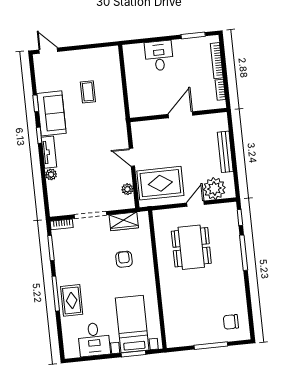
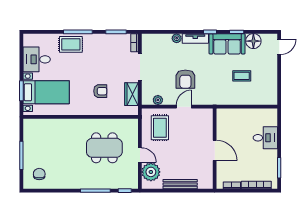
floor lamp: (45, 82) -> (253, 41), added
armchair: (99, 159) -> (185, 79), added
rug: (160, 183) -> (160, 128), width x0.73, depth x0.70

